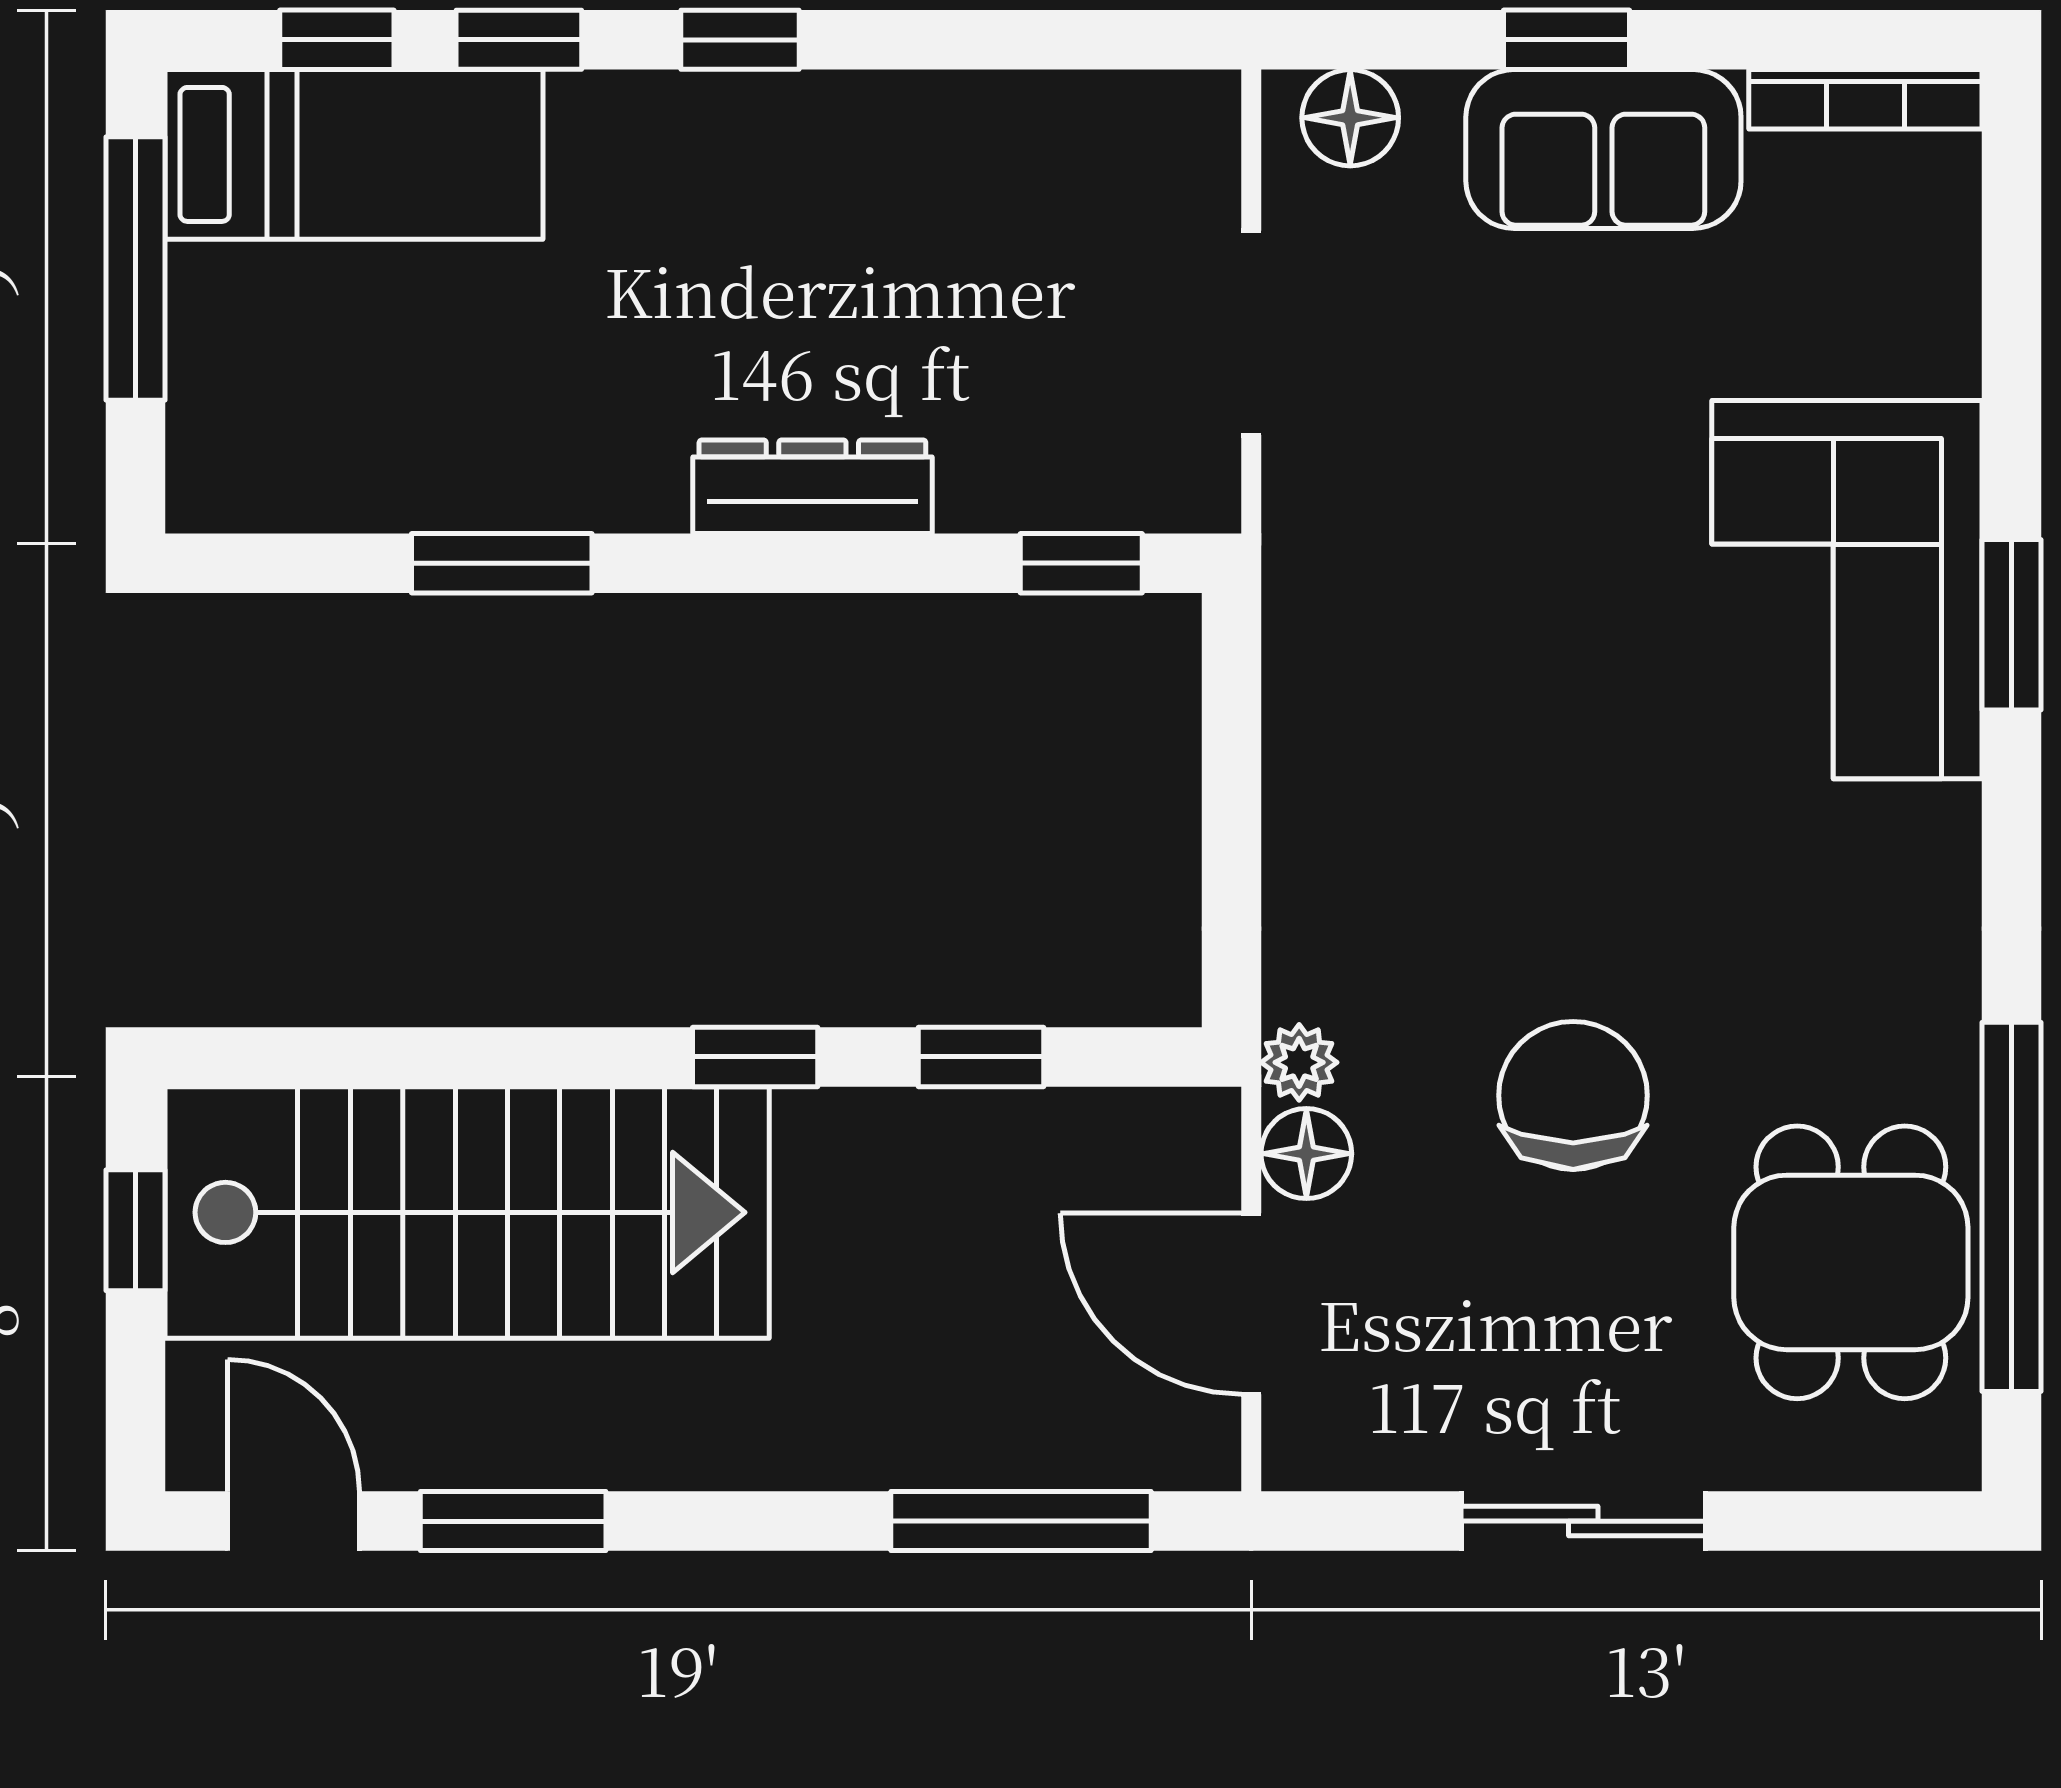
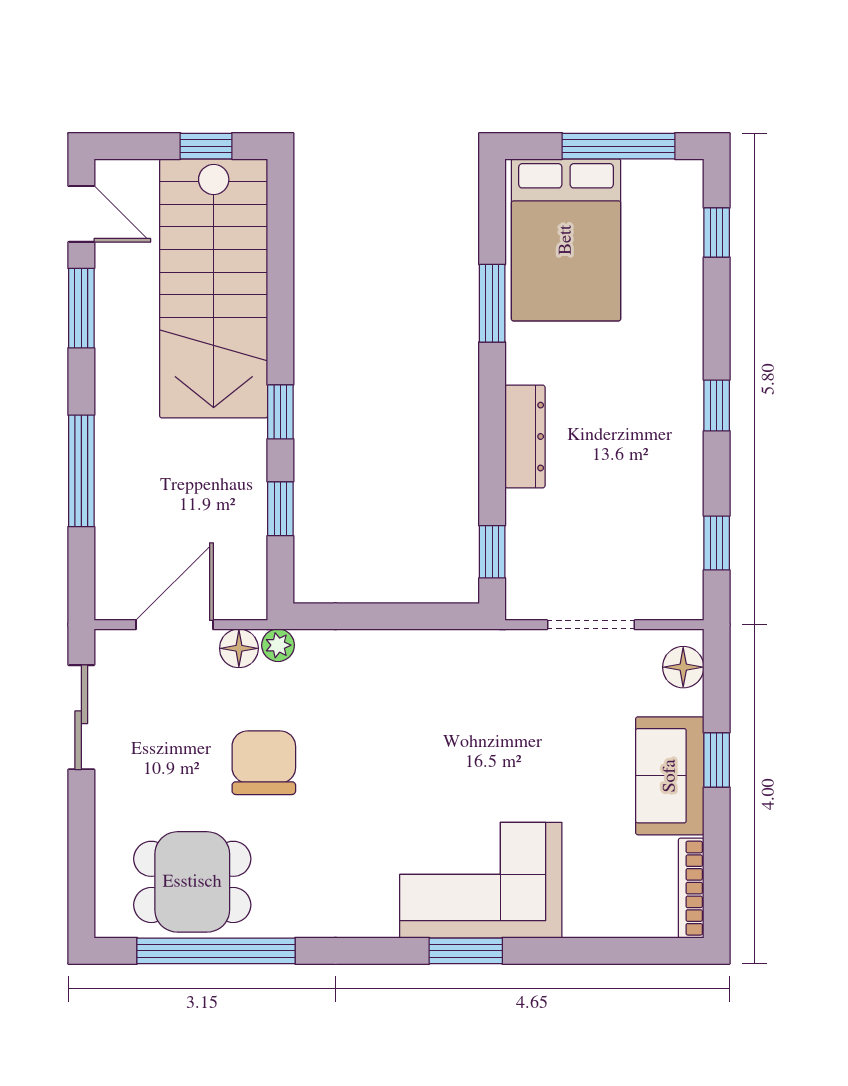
window: (519, 40) -> (717, 543), moved
bed: (354, 154) -> (566, 240), moved, width x1.50
chair: (1573, 1095) -> (264, 763), turned -90
door: (294, 1521) -> (81, 214), hinge flipped
window: (1021, 1521) -> (81, 471), moved
sliding door: (1583, 1521) -> (81, 717), moved

